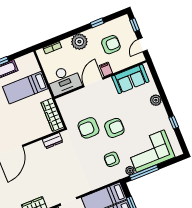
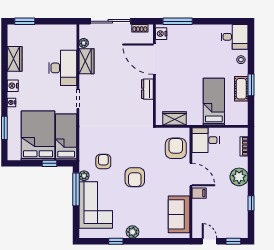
armchair: (111, 45) -> (223, 208), removed
desk: (64, 80) -> (206, 140), width x0.73
plant: (156, 100) -> (132, 232), moved
wardrobe: (52, 115) -> (174, 118), width x0.67
armchair: (89, 128) -> (176, 148), moved
dresser: (53, 141) -> (147, 89), moved

